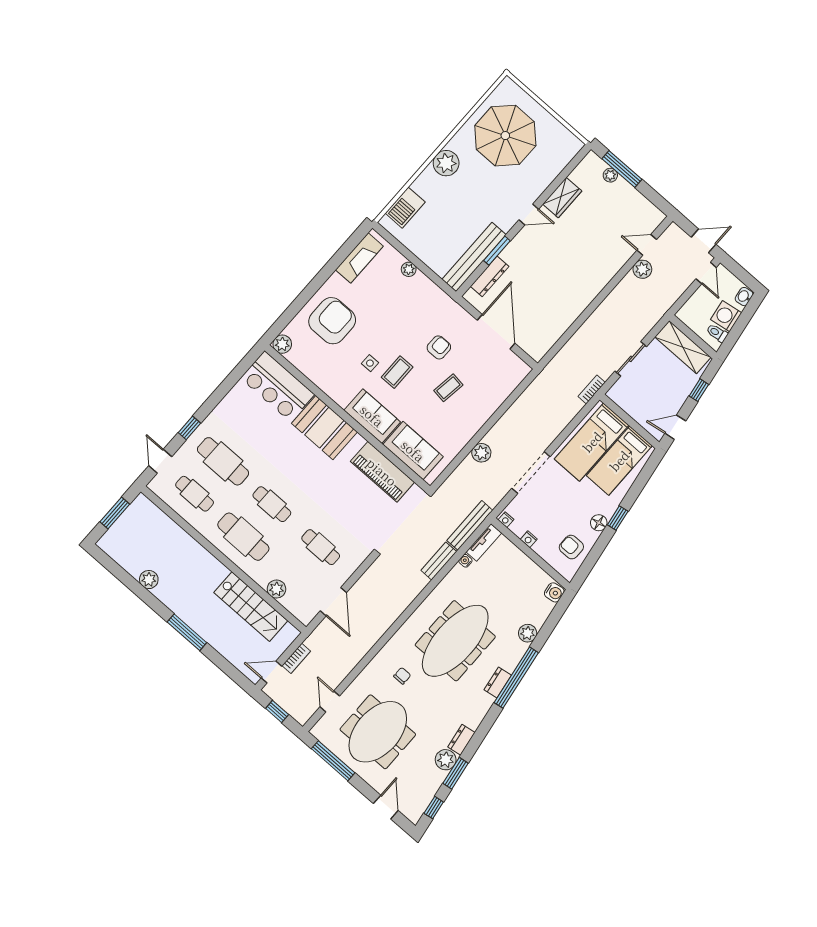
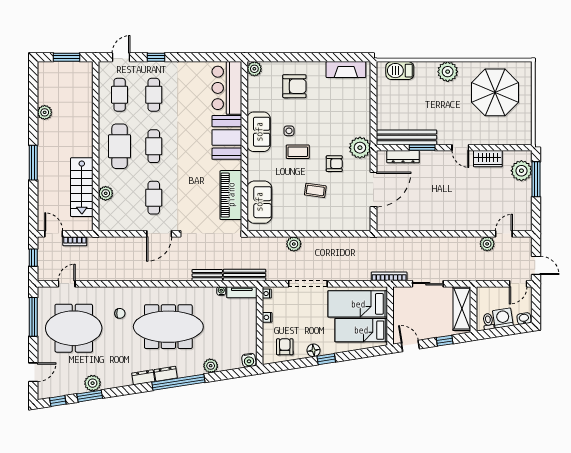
plant: (610, 175) -> (521, 171), width x1.88, depth x1.88
door: (647, 245) -> (504, 234), hinge flipped
plant: (409, 269) -> (360, 148), moved, width x1.88, depth x1.88
armchair: (332, 321) -> (294, 86), width x0.73, depth x0.73
bookcase: (592, 389) -> (389, 276), width x1.56
sofa: (372, 416) -> (259, 132), moved
cafe table: (223, 461) -> (154, 95), width x0.73, depth x0.74
door: (333, 602) -> (159, 234), moved
dresser: (461, 740) -> (143, 377), moved

